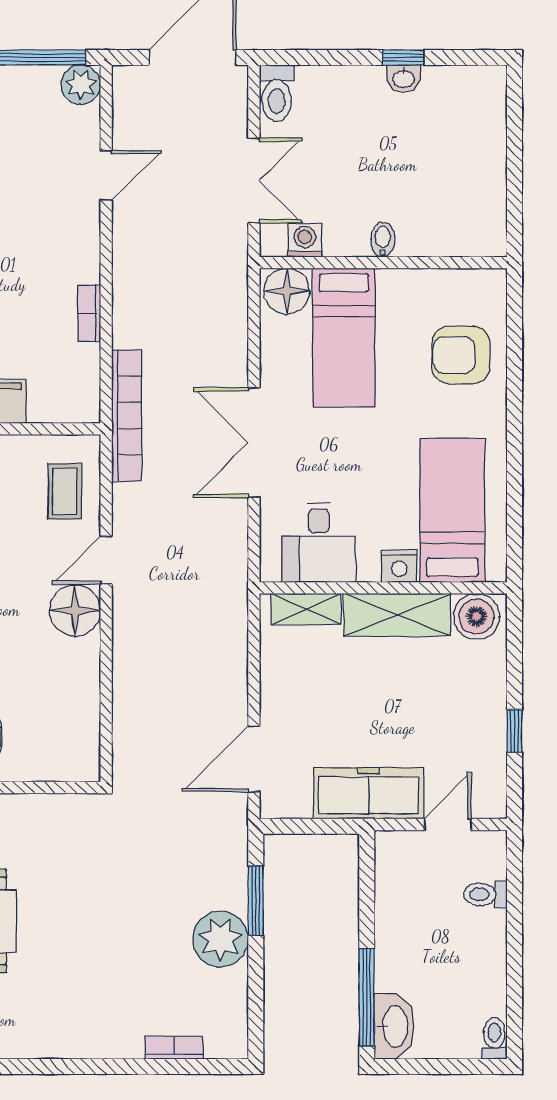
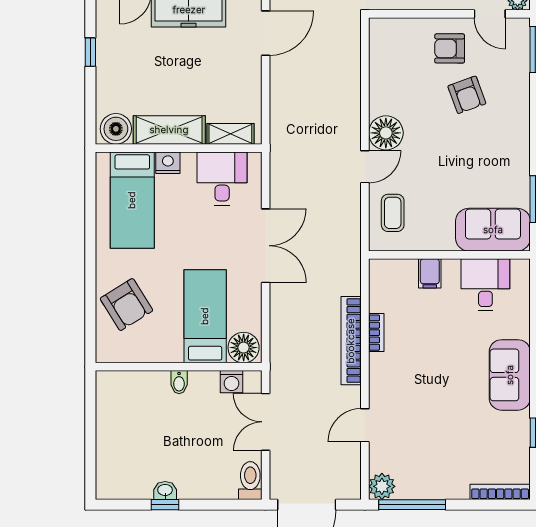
armchair: (461, 355) -> (126, 305), turned 58
bookcase: (127, 415) -> (351, 341), moved

